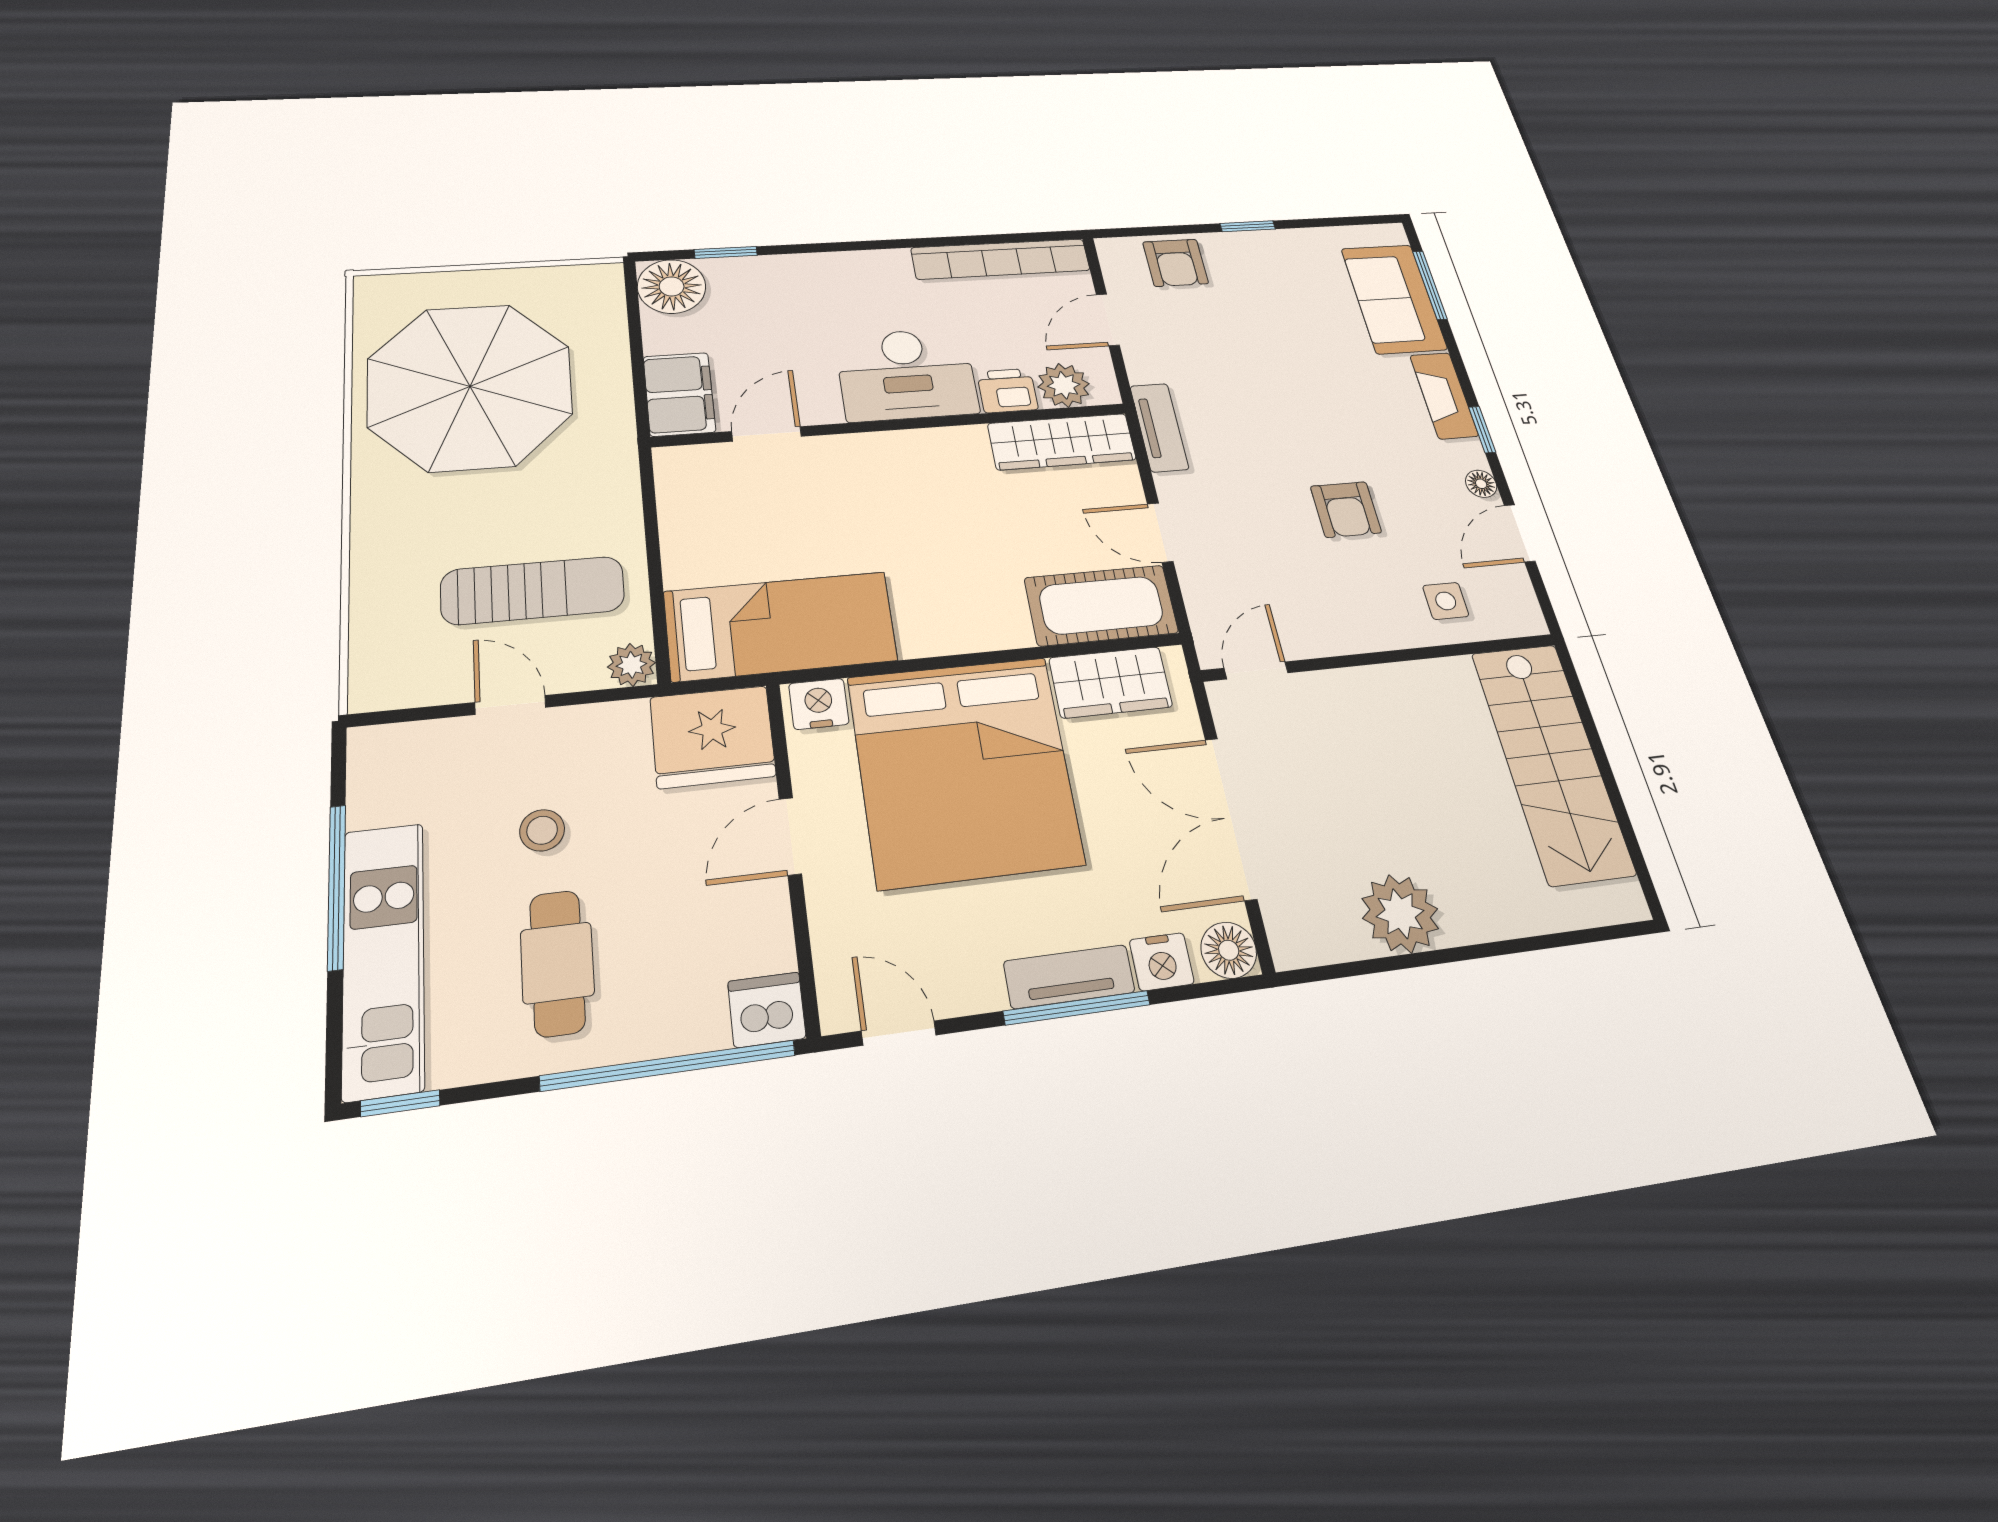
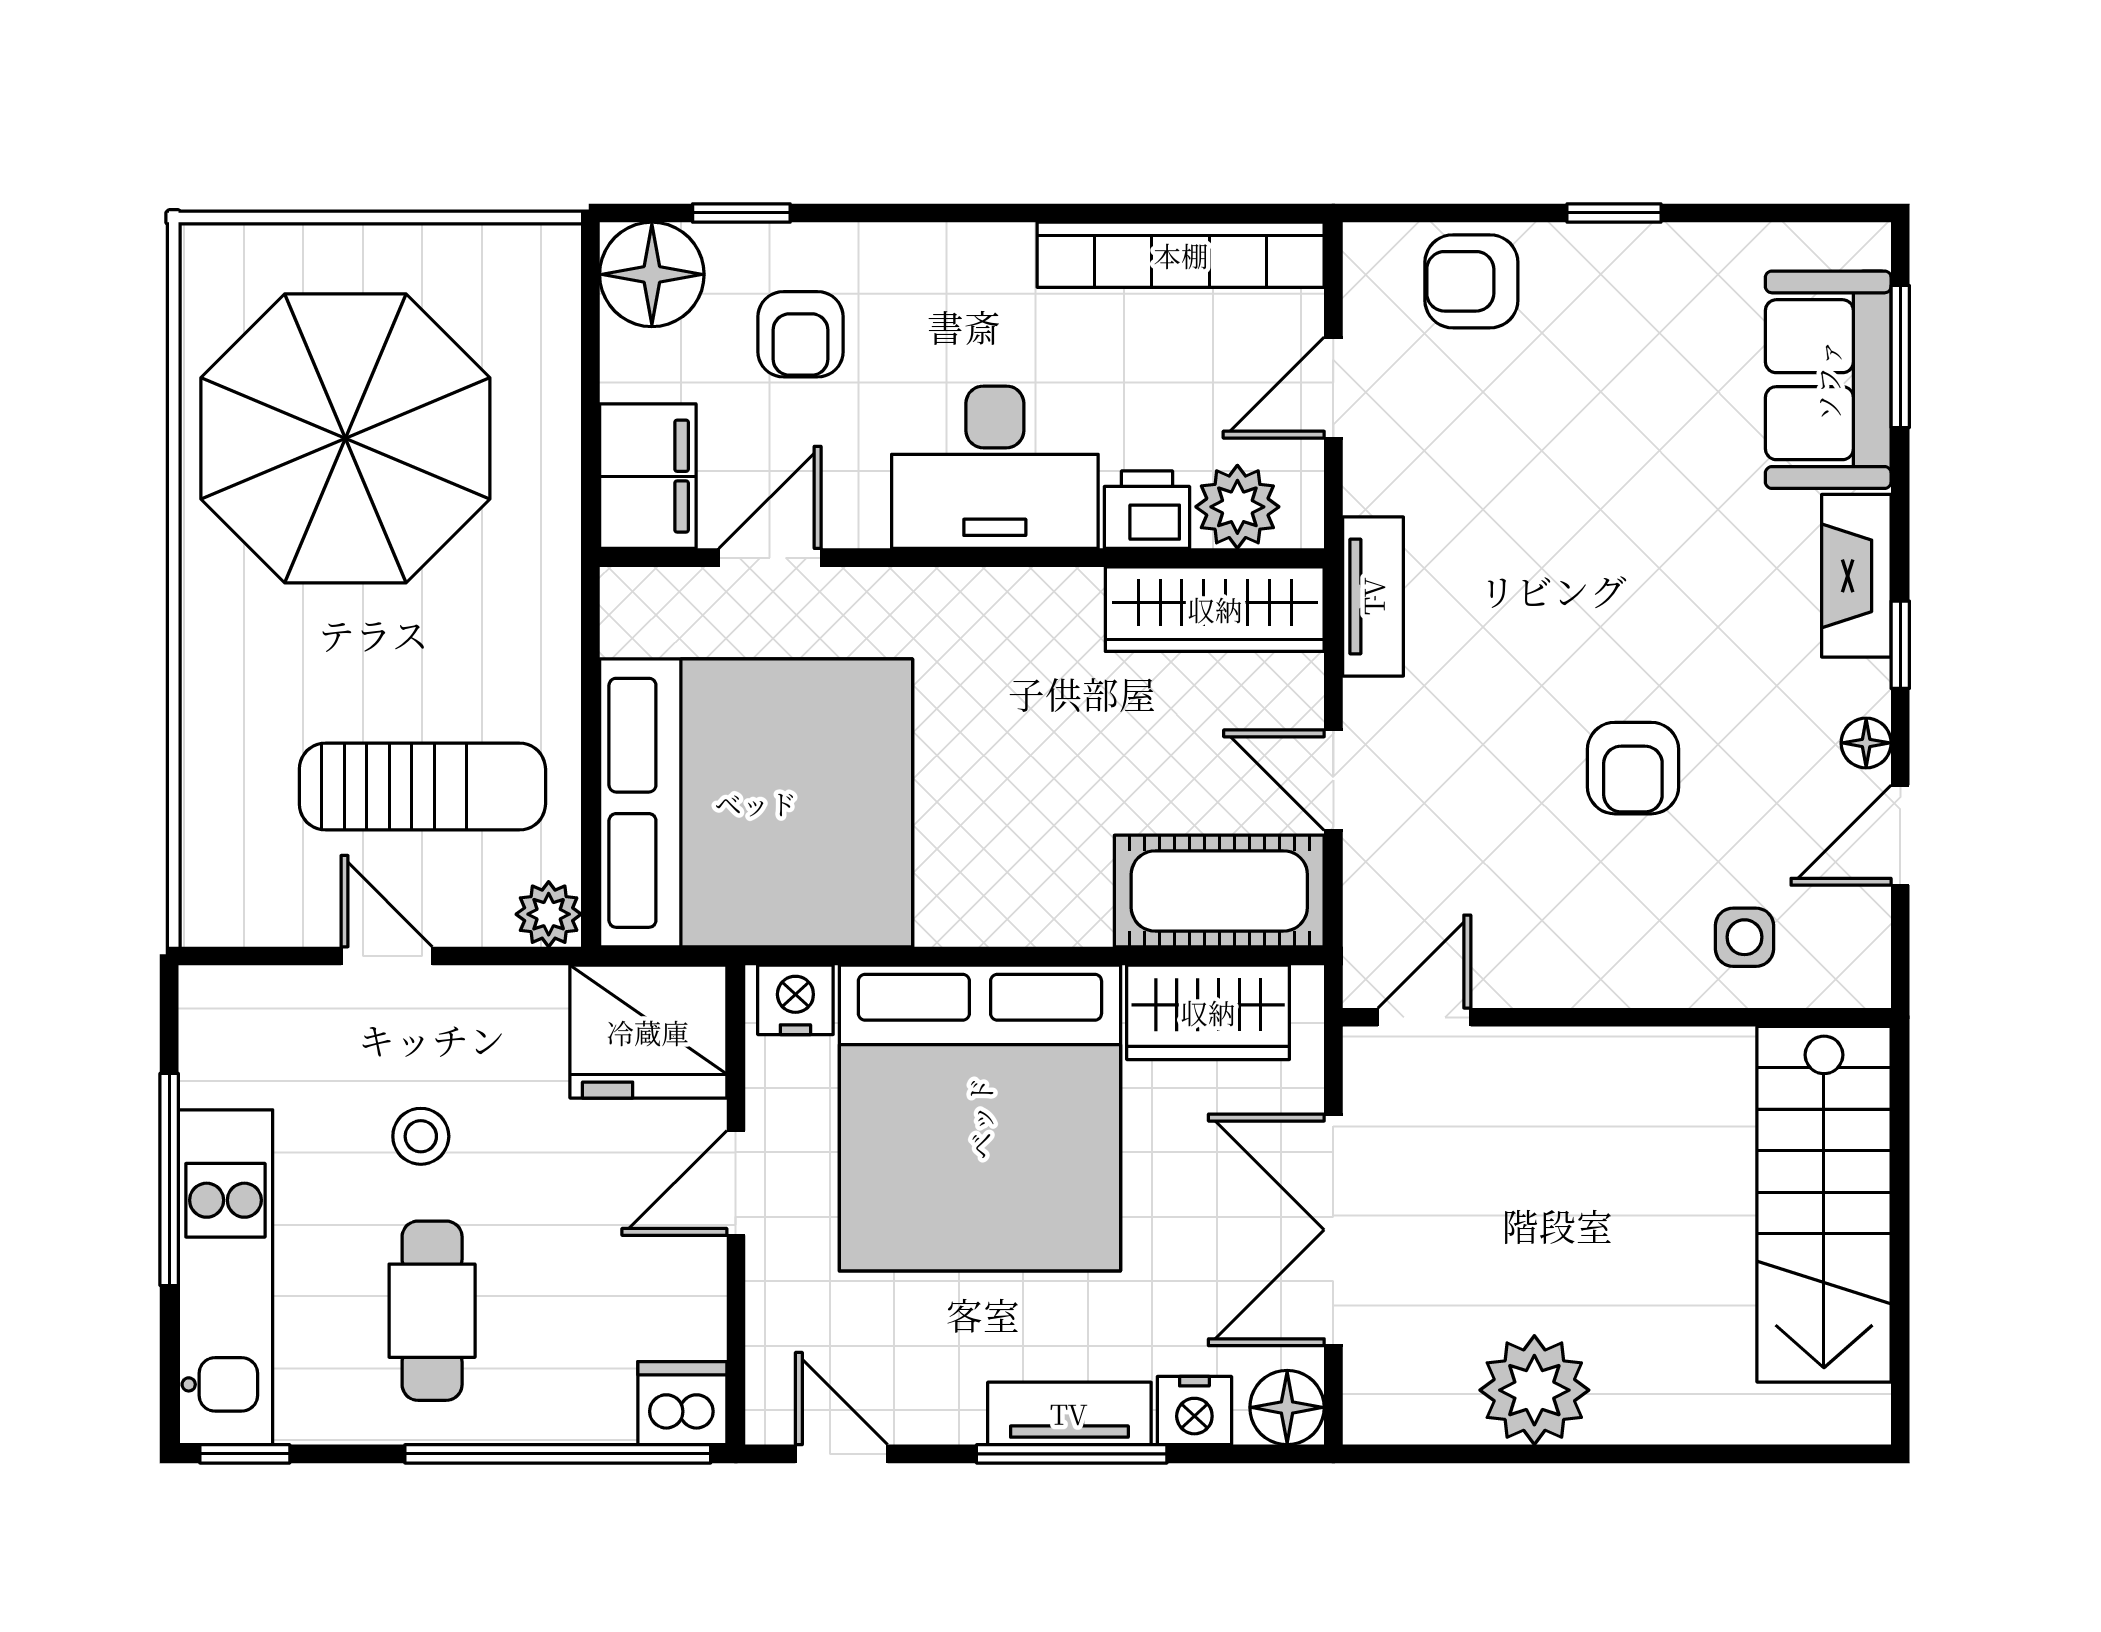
armchair: (1176, 263) -> (1471, 281), turned 90
armchair: (771, 312) -> (801, 334), added
bed: (780, 626) -> (756, 803), width x2.04

